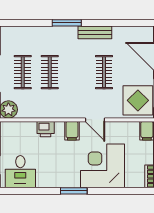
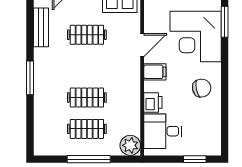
bench: (95, 32) -> (41, 27), moved
chair: (58, 171) -> (202, 88), added
desk: (20, 172) -> (163, 131), moved, turned 180
window: (74, 191) -> (225, 22), moved

